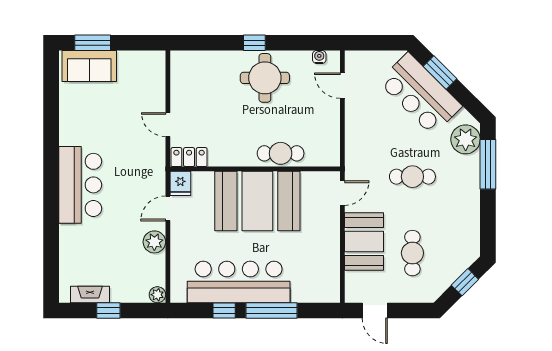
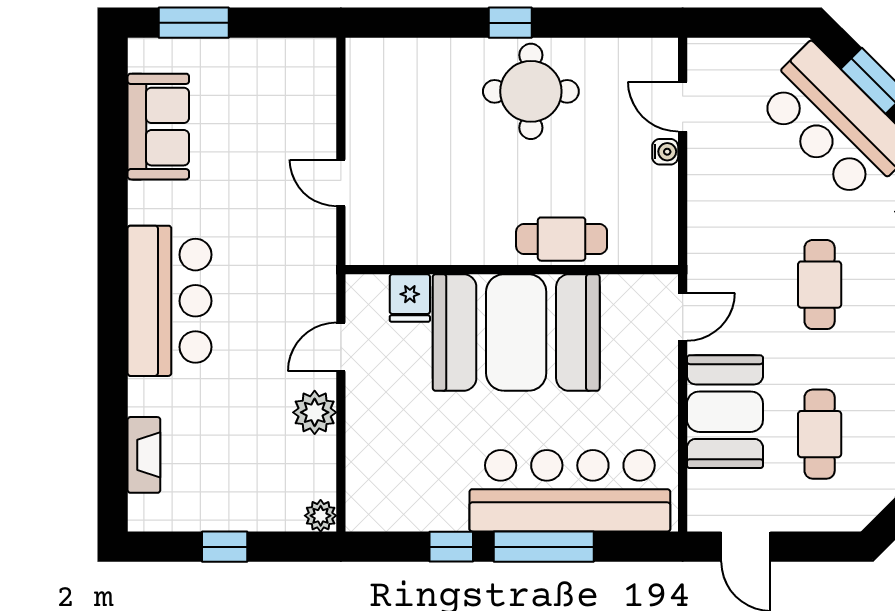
water cooler: (319, 57) -> (665, 152), moved, turned 90
sofa: (89, 66) -> (158, 127), moved, turned -90
locker: (189, 157) -> (383, 246), removed
cafe table: (412, 177) -> (820, 285), turned 90
fridge: (180, 183) -> (410, 298), moved
bar counter: (239, 282) -> (570, 491), moved
fireplace: (90, 295) -> (144, 455), moved, turned 90

